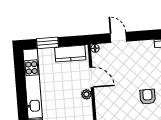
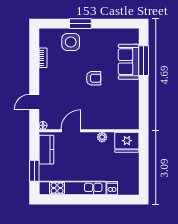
plant: (86, 94) -> (102, 137), moved
armchair: (148, 97) -> (94, 78), turned 180

